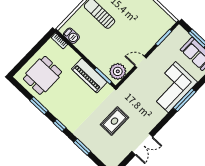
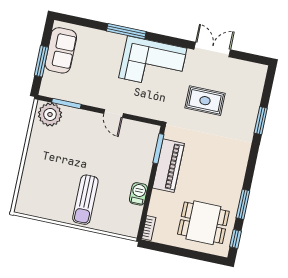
barbecue: (71, 36) -> (138, 194), moved
plant: (118, 71) -> (50, 114), moved
corner sofa: (172, 87) -> (153, 63), moved
window: (60, 125) -> (236, 239), moved

